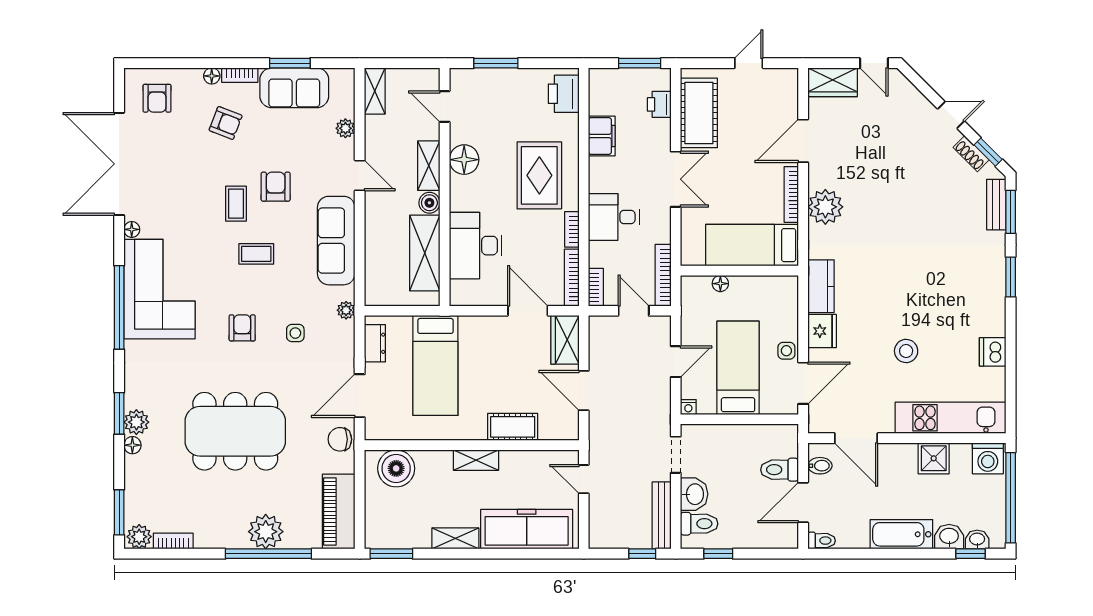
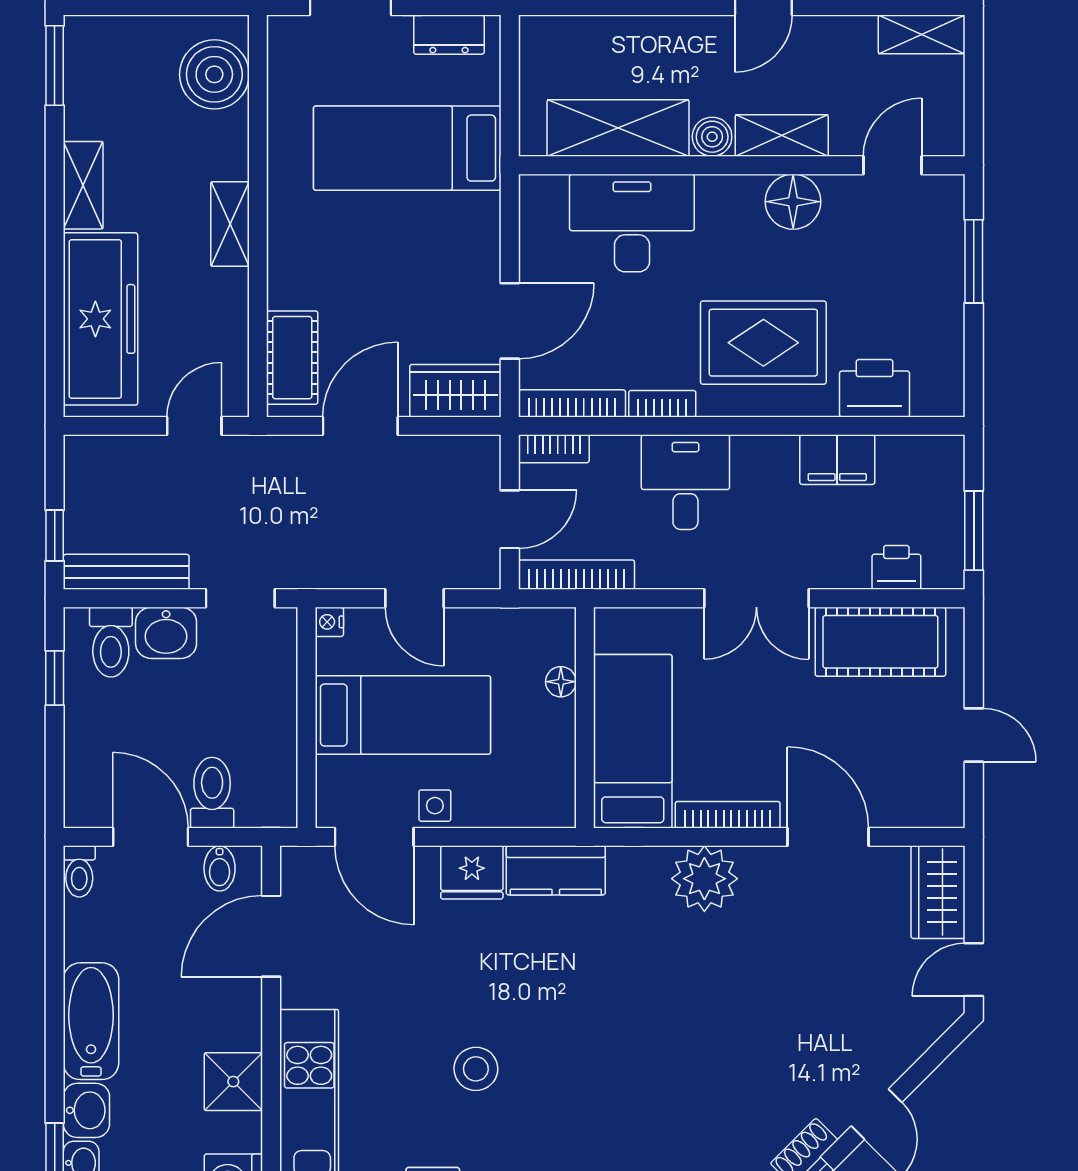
printer: (564, 94) -> (875, 388), moved
stool: (906, 351) -> (476, 1069), moved
cot: (513, 427) -> (292, 358), moved

